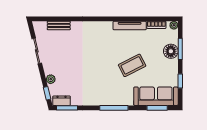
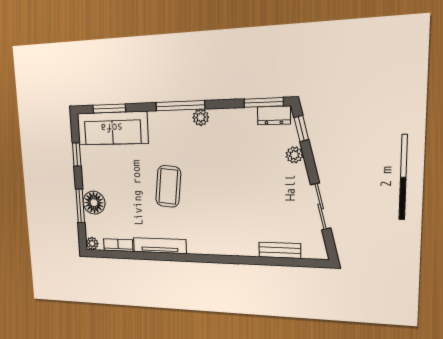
coffee table: (132, 65) -> (168, 186), moved, turned -57
plant: (102, 101) -> (201, 117), added

